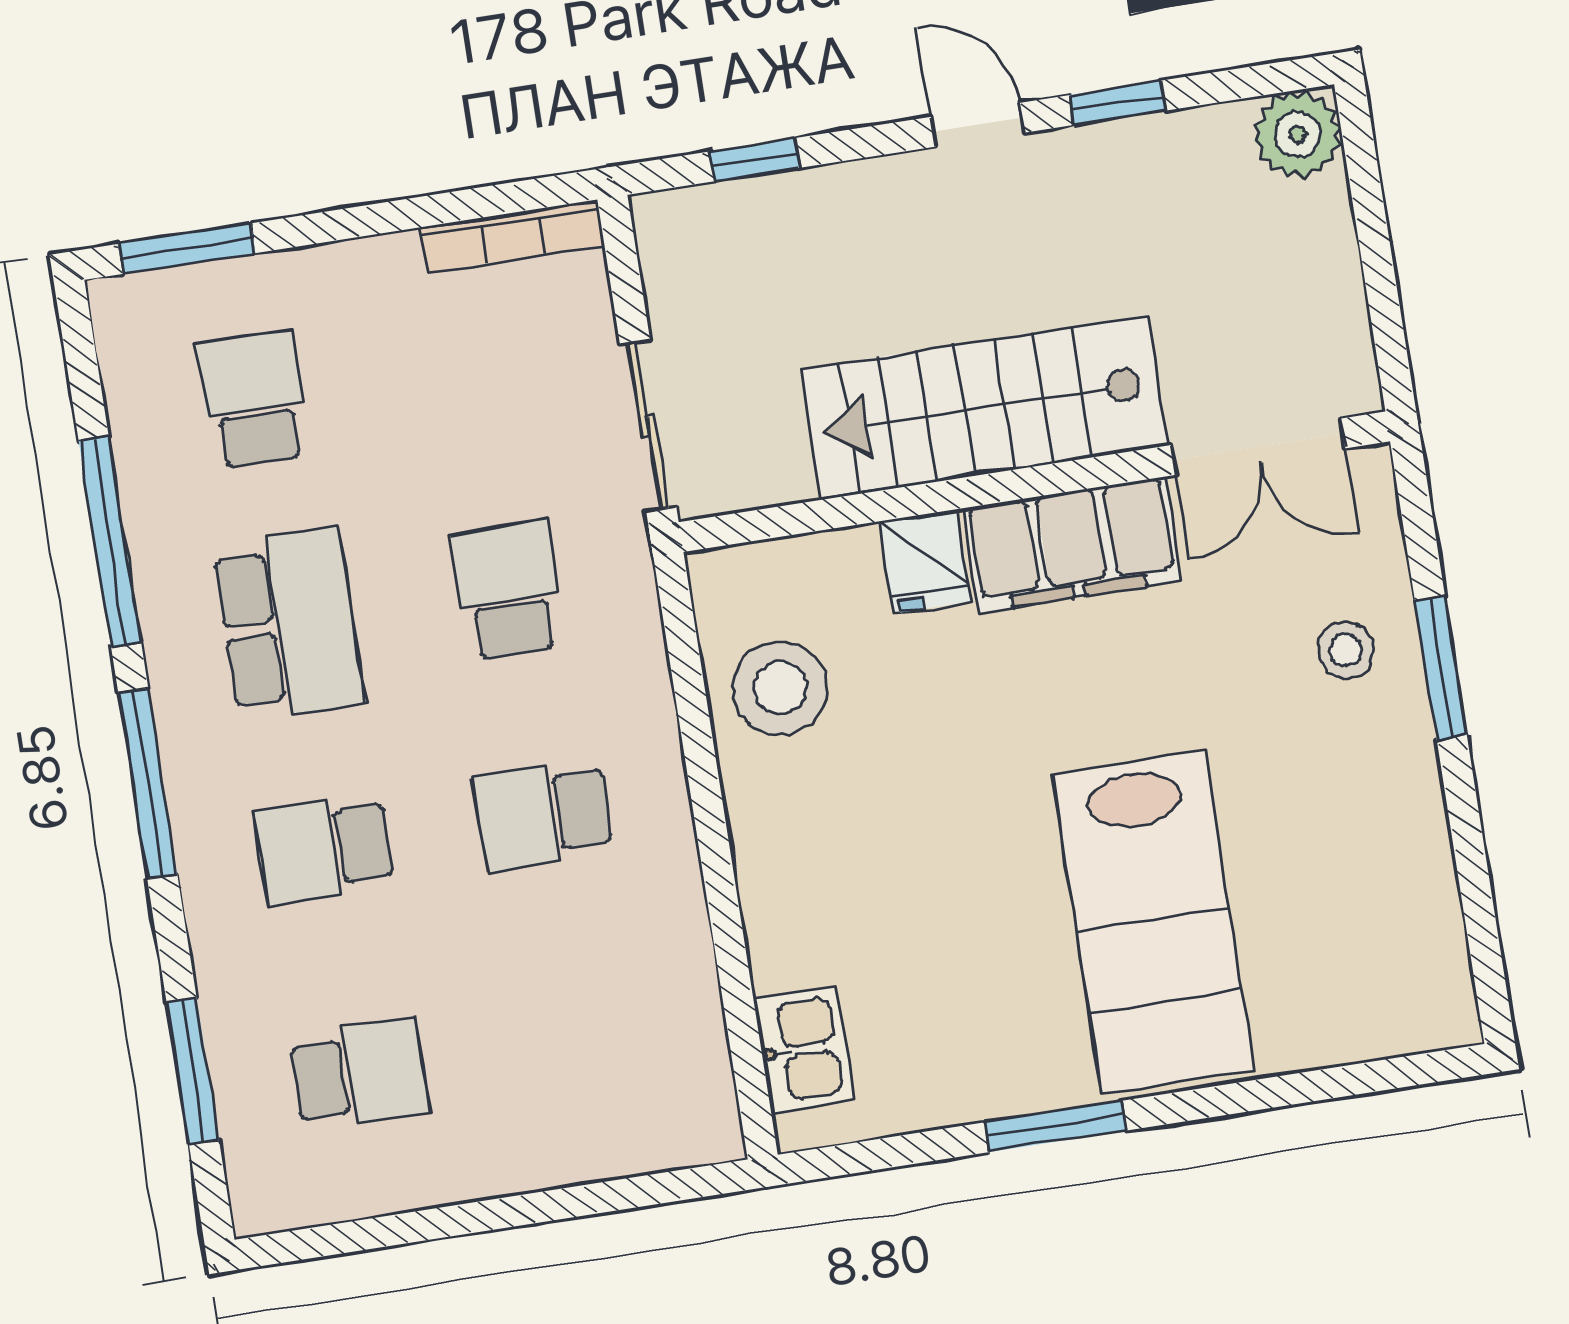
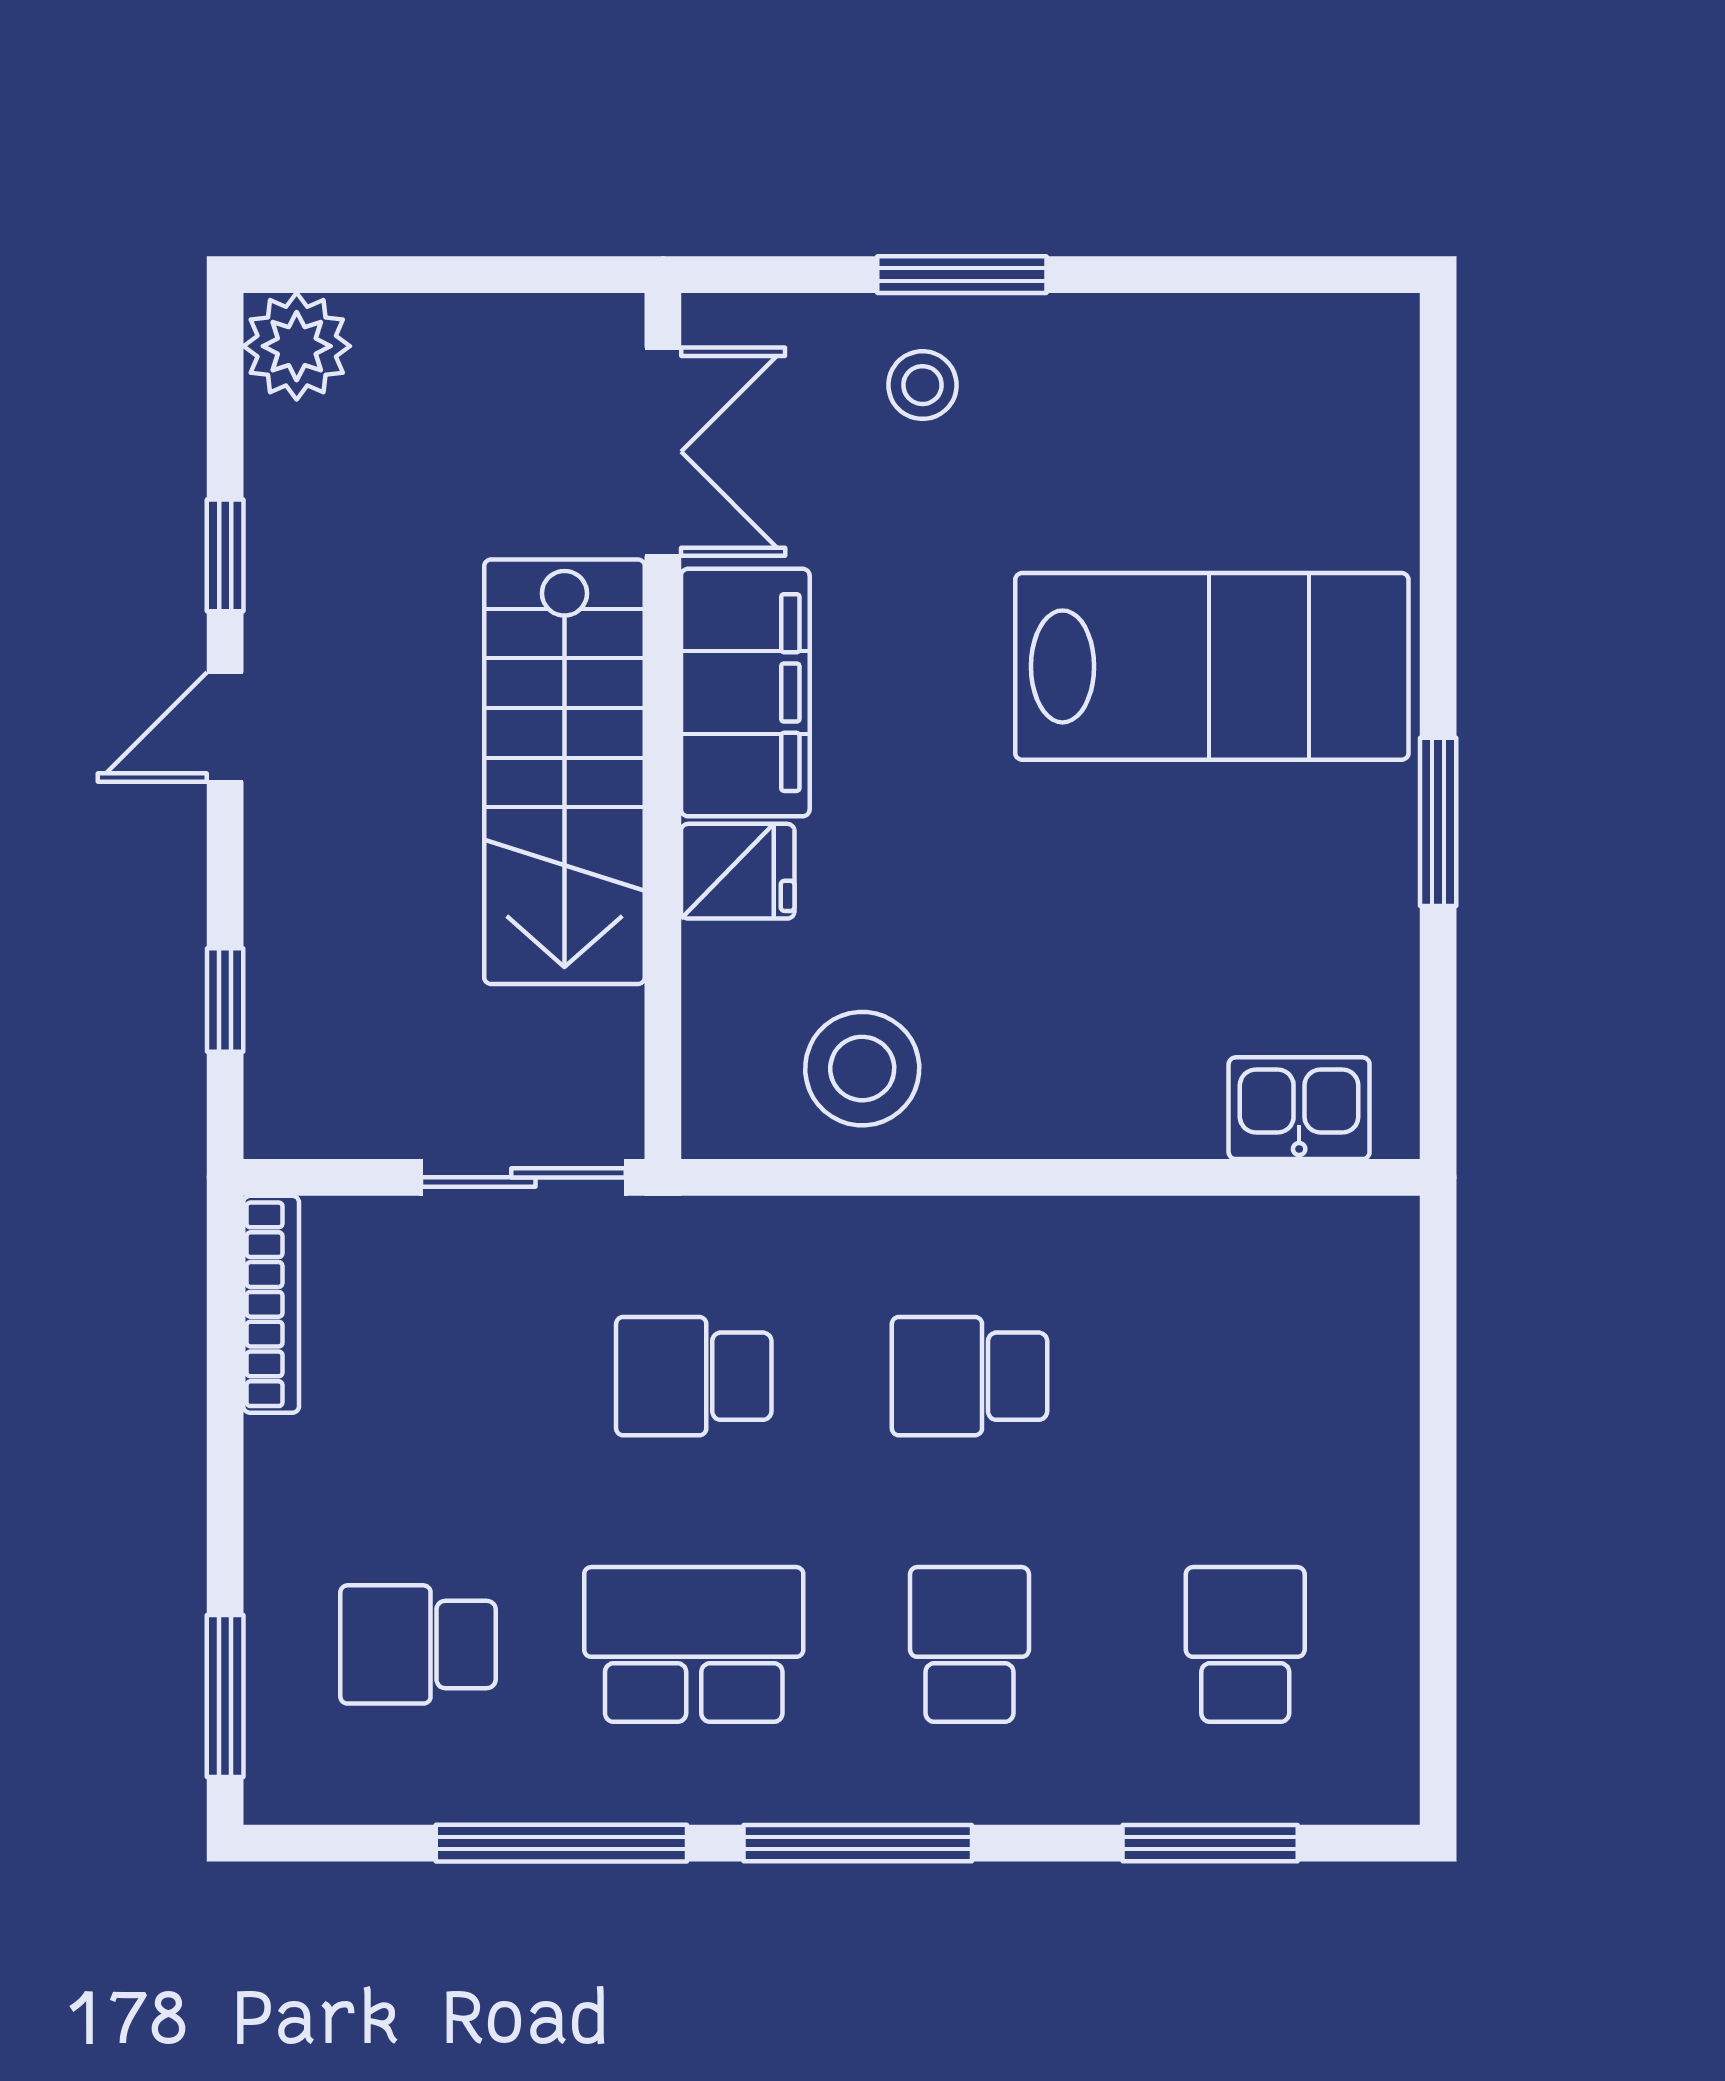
school desk: (543, 815) -> (969, 1376), turned 90
school desk: (324, 849) -> (969, 1644), turned 180

